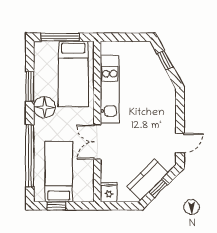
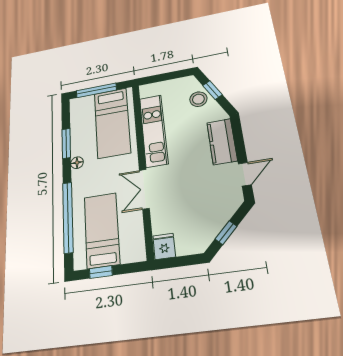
stool: (152, 67) -> (198, 99), added
floor lamp: (44, 107) -> (77, 163), width x0.53, depth x0.53
kitchen counter: (147, 180) -> (222, 142), moved, turned -45

